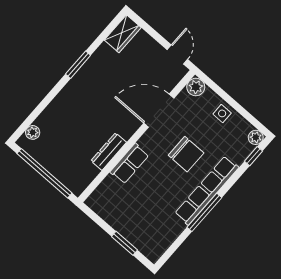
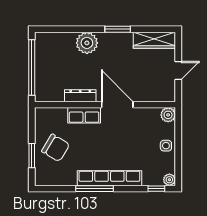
wardrobe: (123, 34) -> (154, 40), width x1.50
door: (177, 55) -> (178, 70), moved
door: (159, 111) -> (117, 105), moved
plant: (33, 132) -> (87, 43), moved, width x1.88, depth x1.88
chair: (186, 154) -> (56, 148), moved, turned -59

